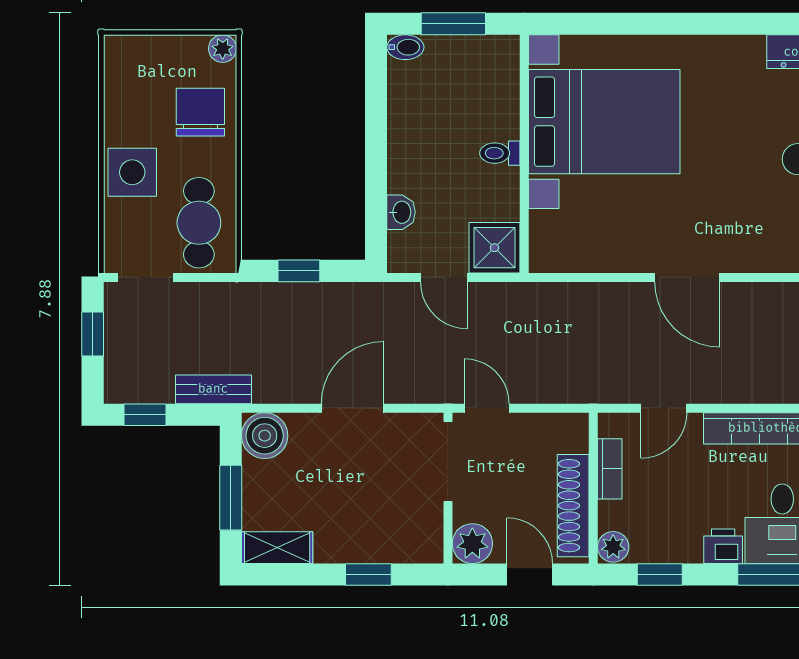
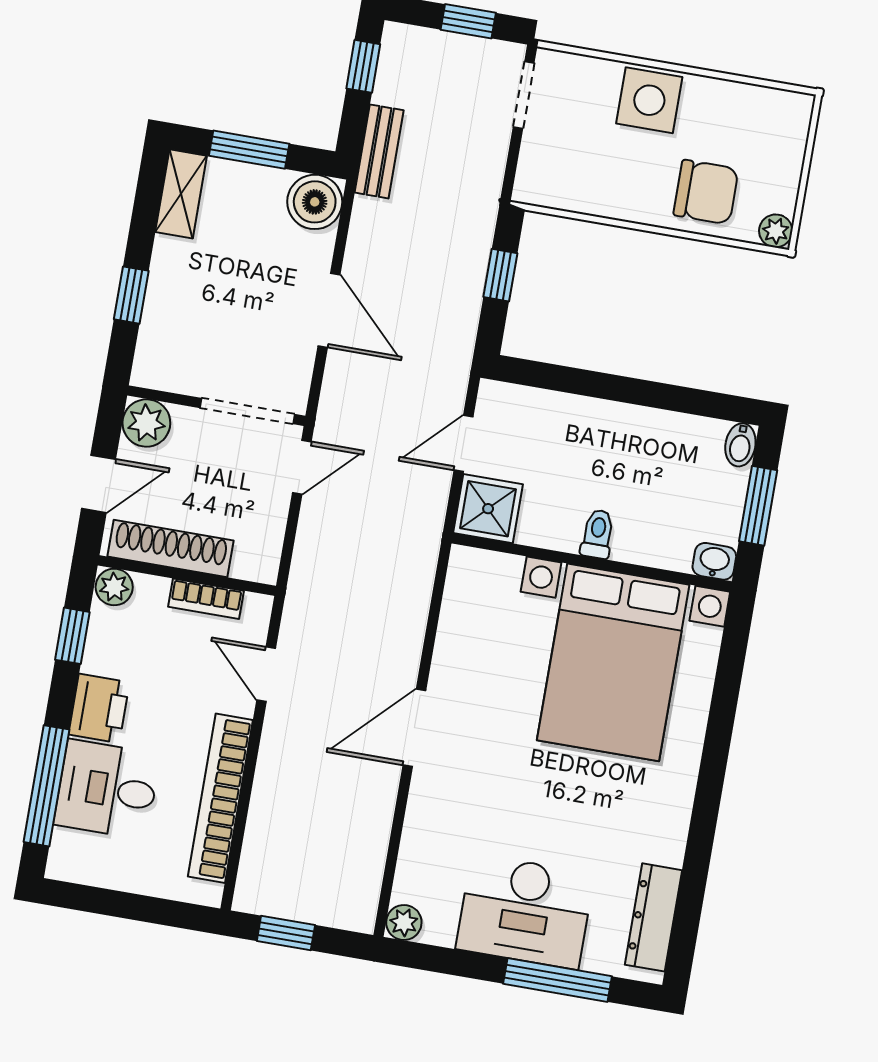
washbasin: (401, 212) -> (714, 561), moved, turned 180
cafe table: (199, 223) -> (577, 168), removed
printer: (723, 546) -> (99, 708), width x1.36, depth x1.24

